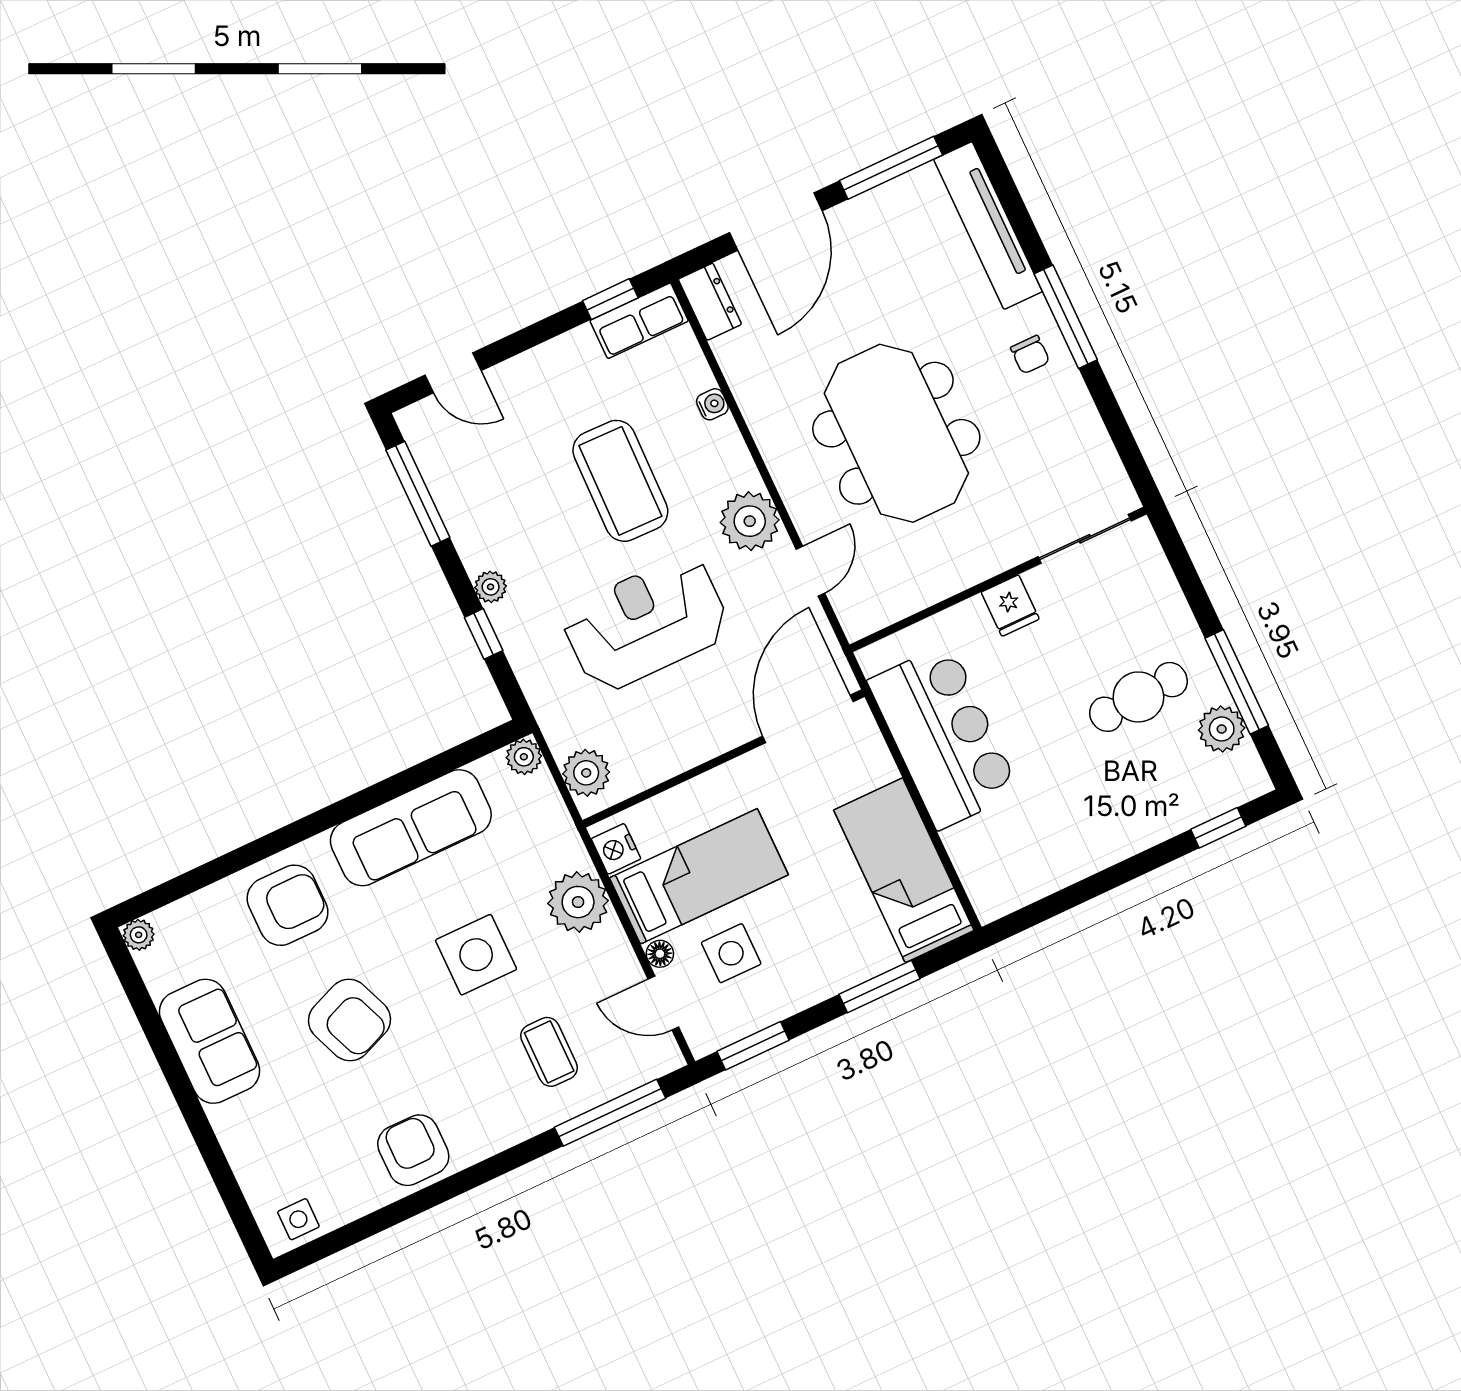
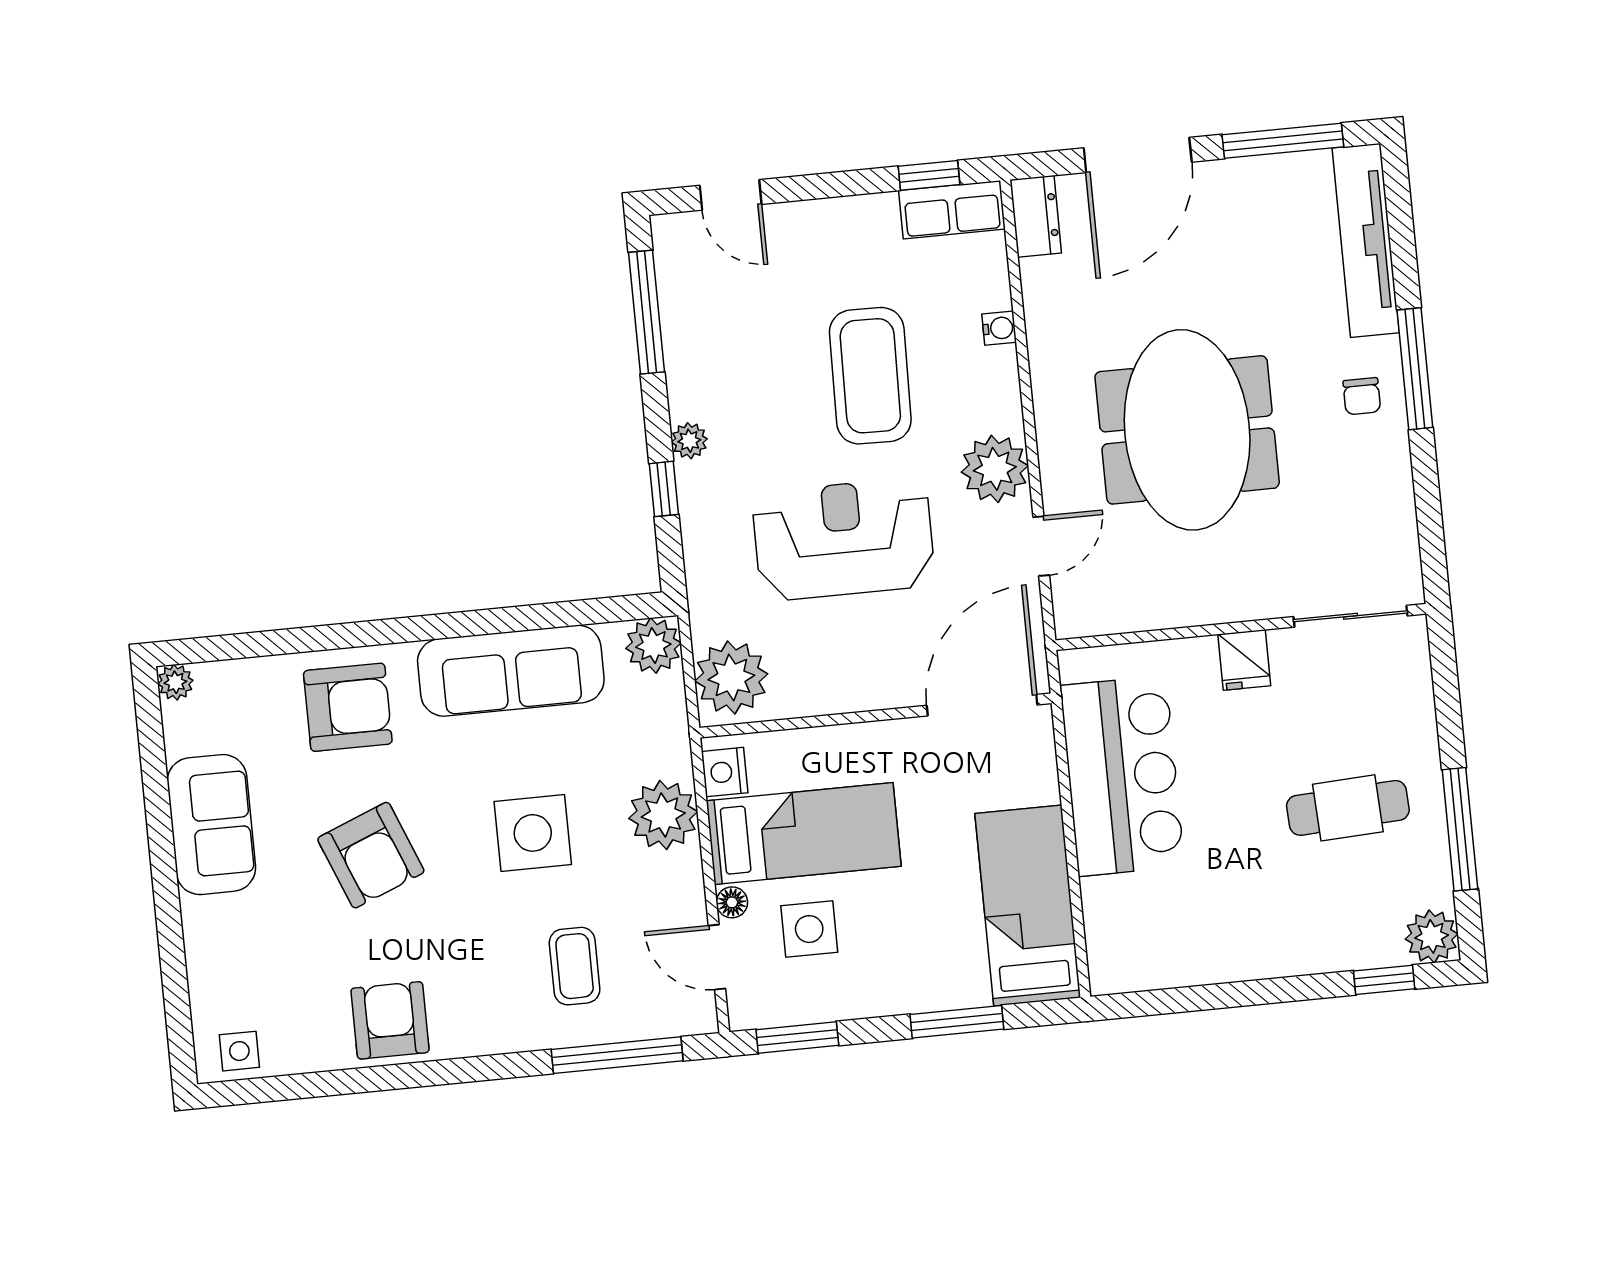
plant: (1222, 729) -> (1432, 936), moved
plant: (524, 757) -> (653, 646), width x1.38, depth x1.38
plant: (586, 773) -> (731, 677), width x1.36, depth x1.36

